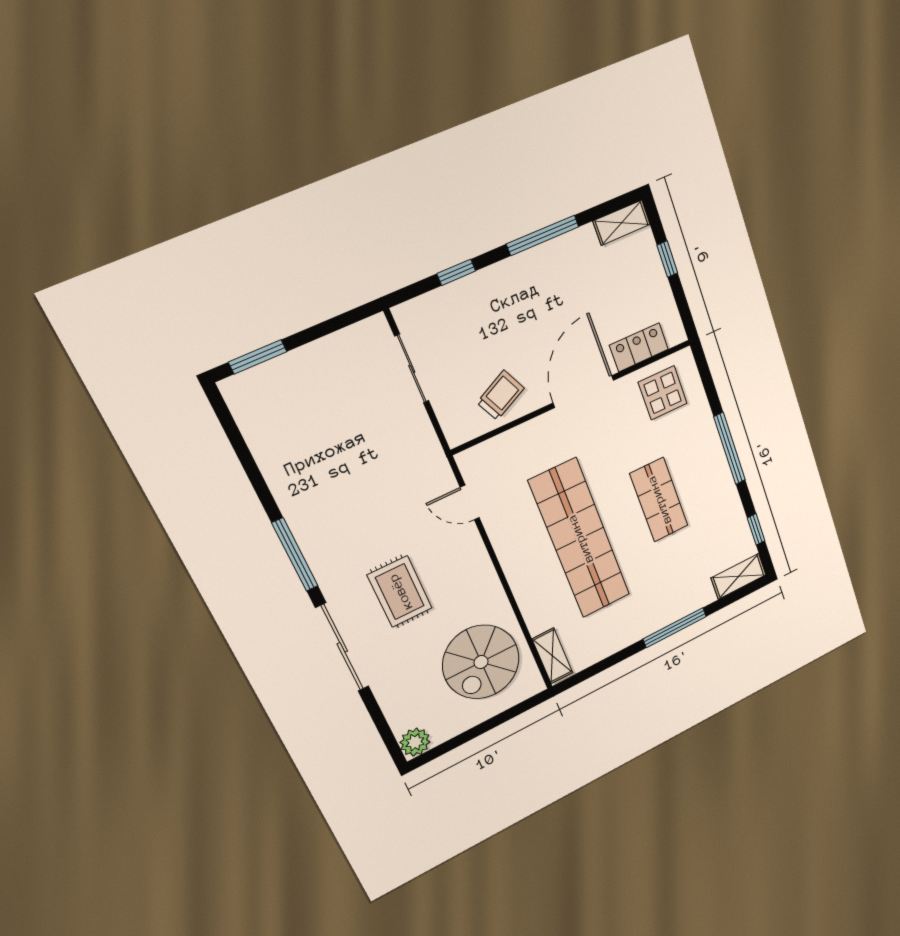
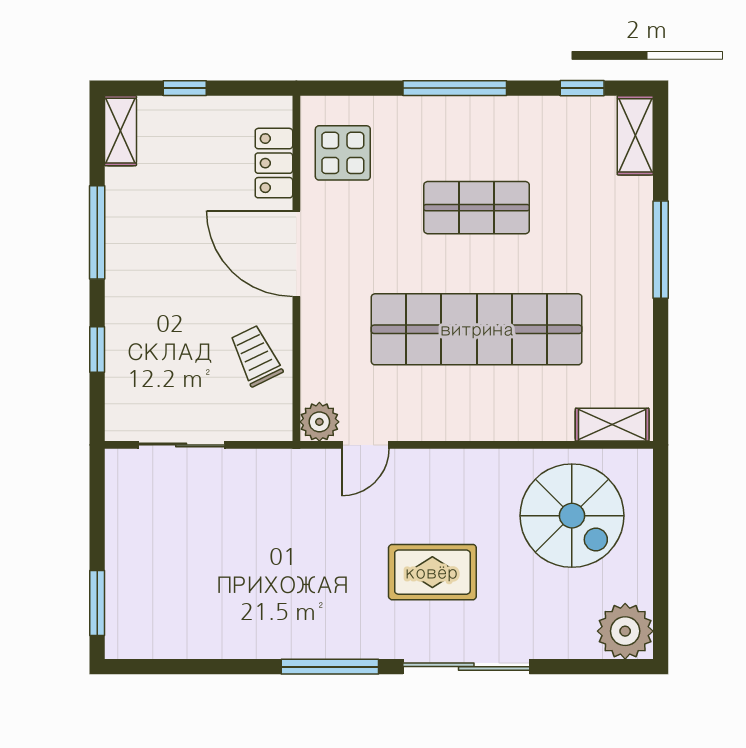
plant: (472, 463) -> (319, 422), added
plant: (415, 742) -> (625, 631), width x1.36, depth x1.36

